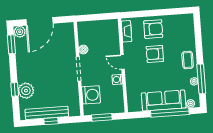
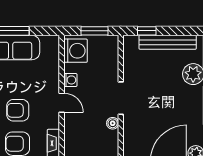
armchair: (155, 54) -> (18, 110), turned 180
washing machine: (91, 95) -> (76, 51), moved, turned 180
window: (51, 121) -> (147, 31), moved

